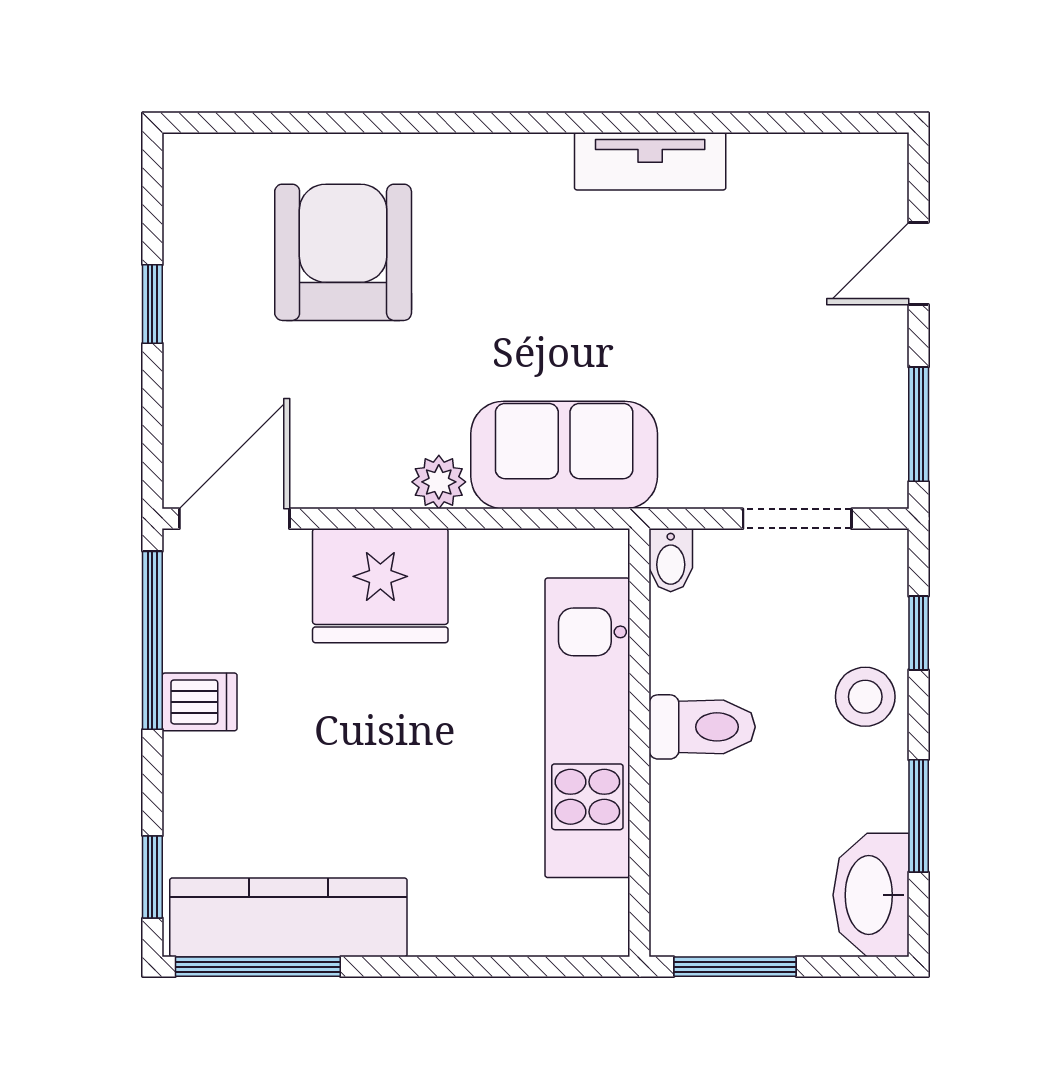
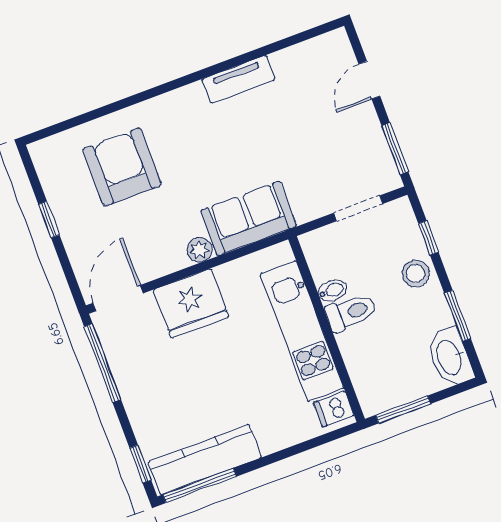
bidet: (671, 560) -> (332, 291), moved, turned -90
dishwasher: (200, 702) -> (334, 409), moved, turned 180

